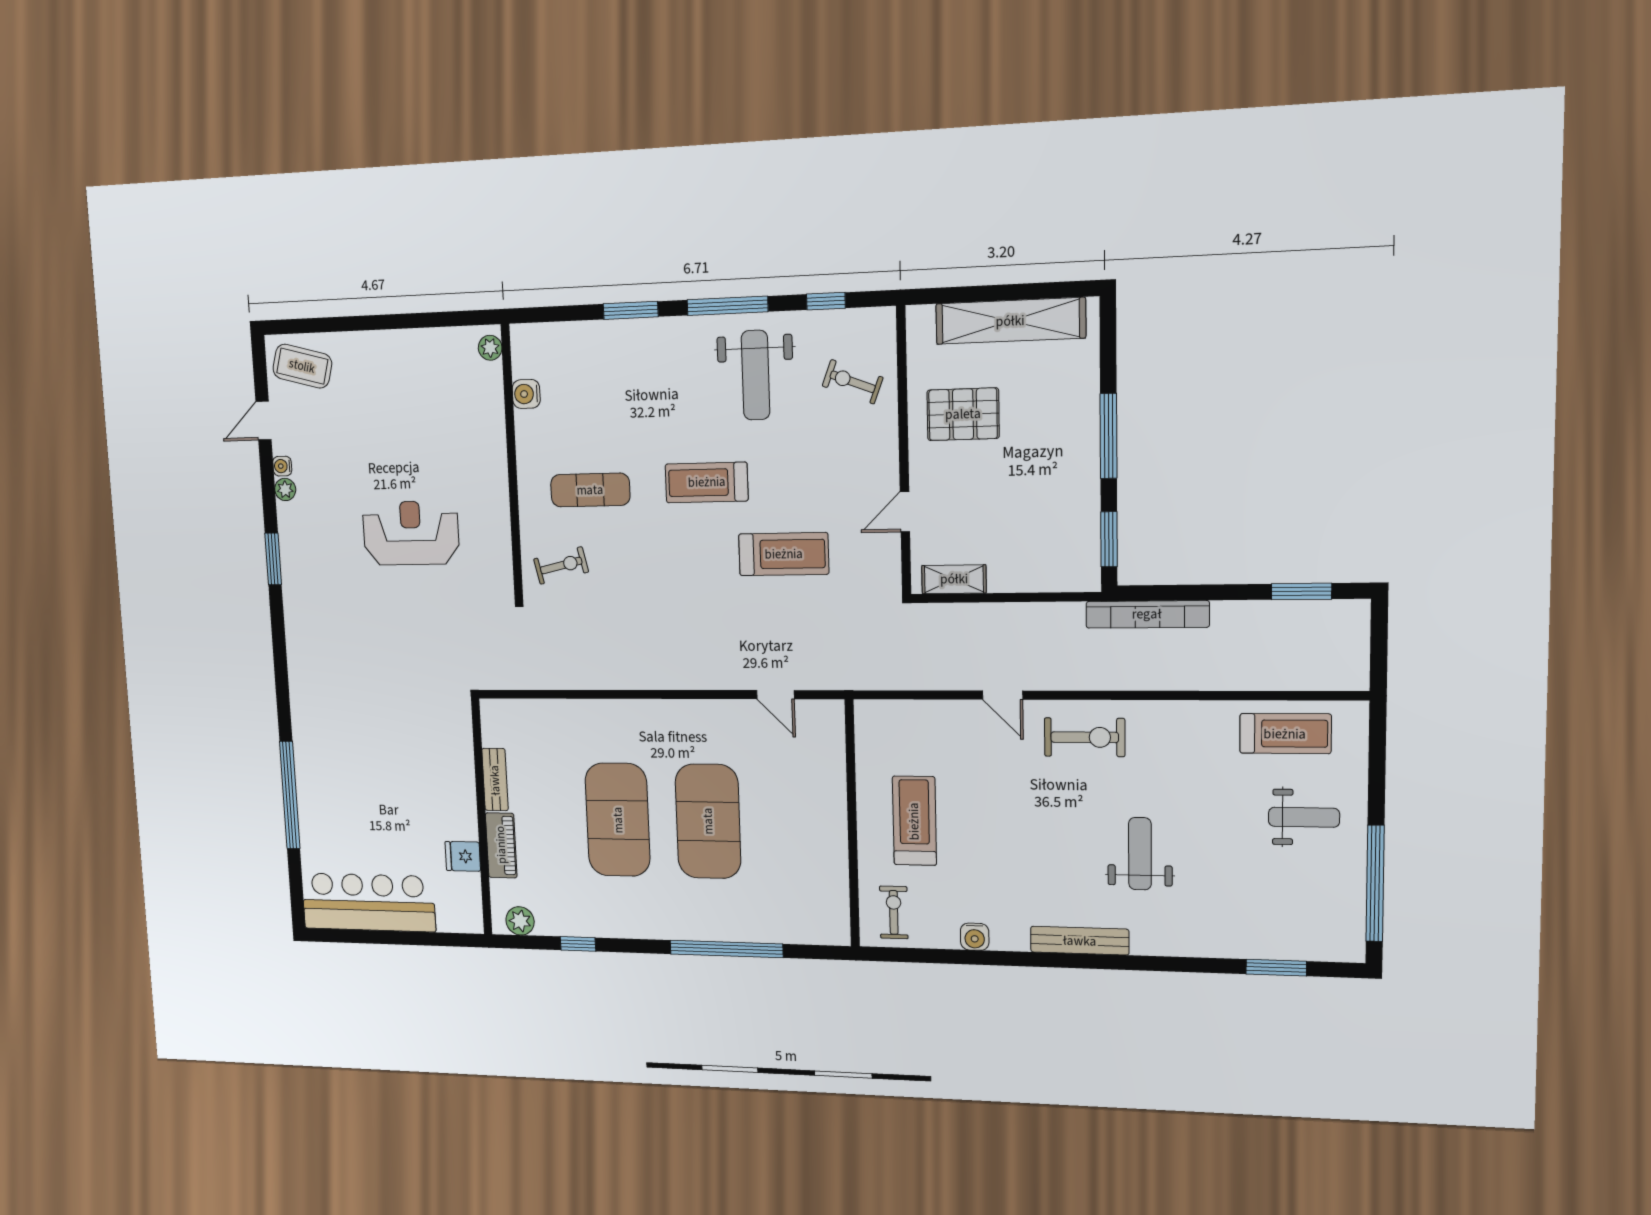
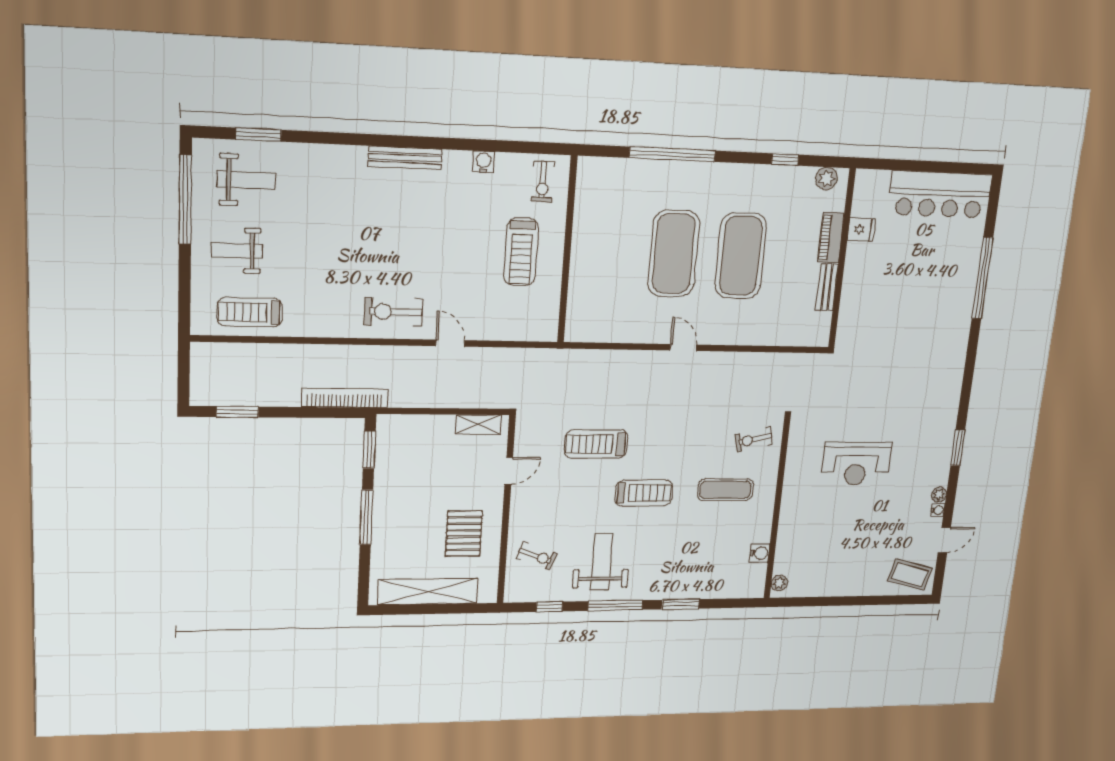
pallet: (963, 414) -> (464, 534), turned 90
door: (775, 695) -> (683, 347), moved
weight bench: (1140, 854) -> (246, 180), moved, turned -90

